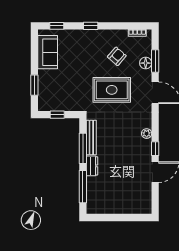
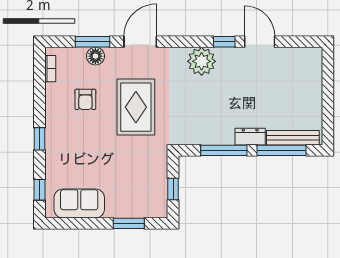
armchair: (117, 56) -> (85, 99), turned -131
plant: (147, 134) -> (202, 61), width x1.87, depth x1.87
bench: (91, 138) -> (293, 138), moved

